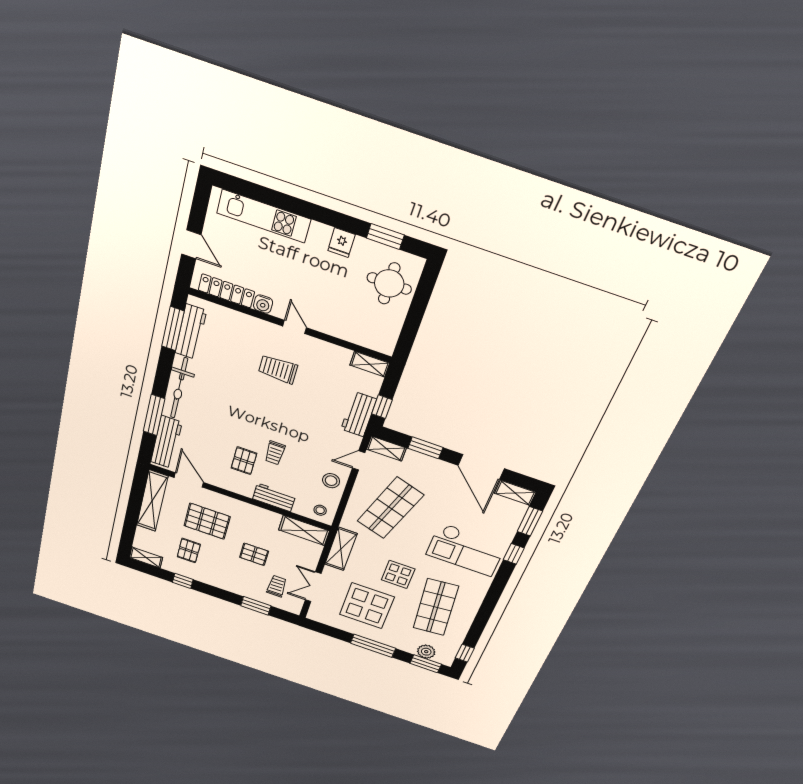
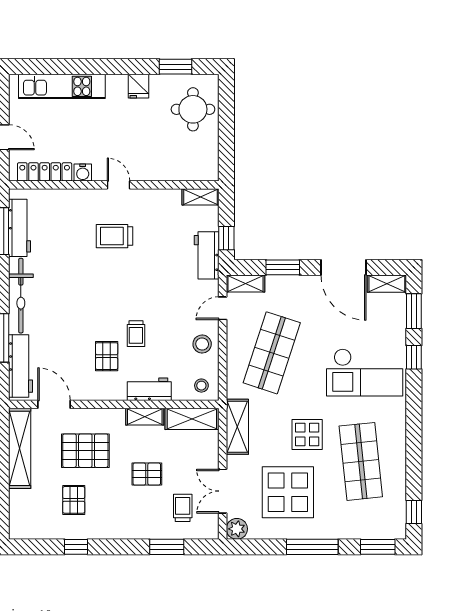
shelving: (146, 557) -> (145, 417), moved
plant: (426, 652) -> (237, 529), moved

